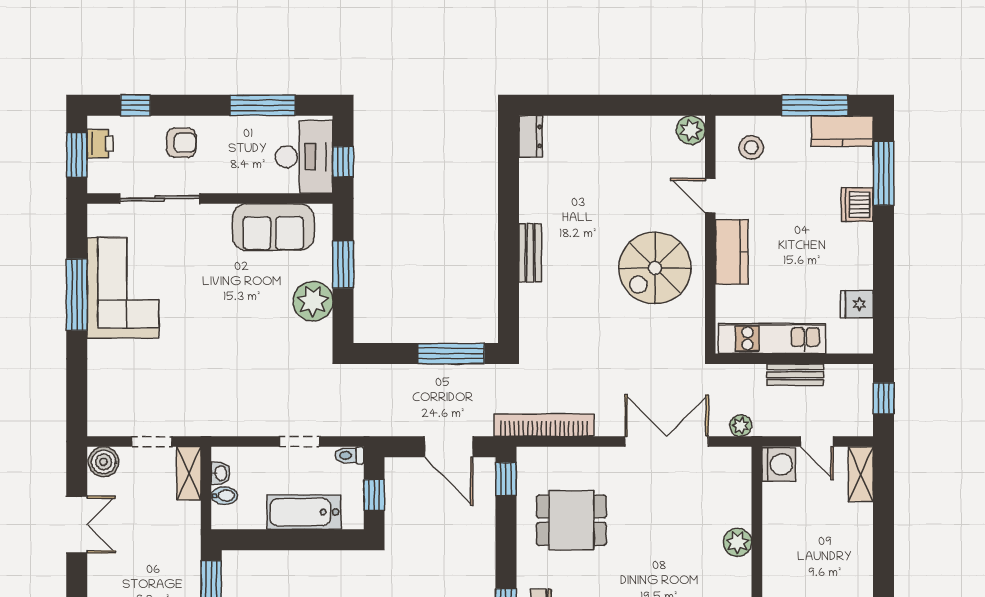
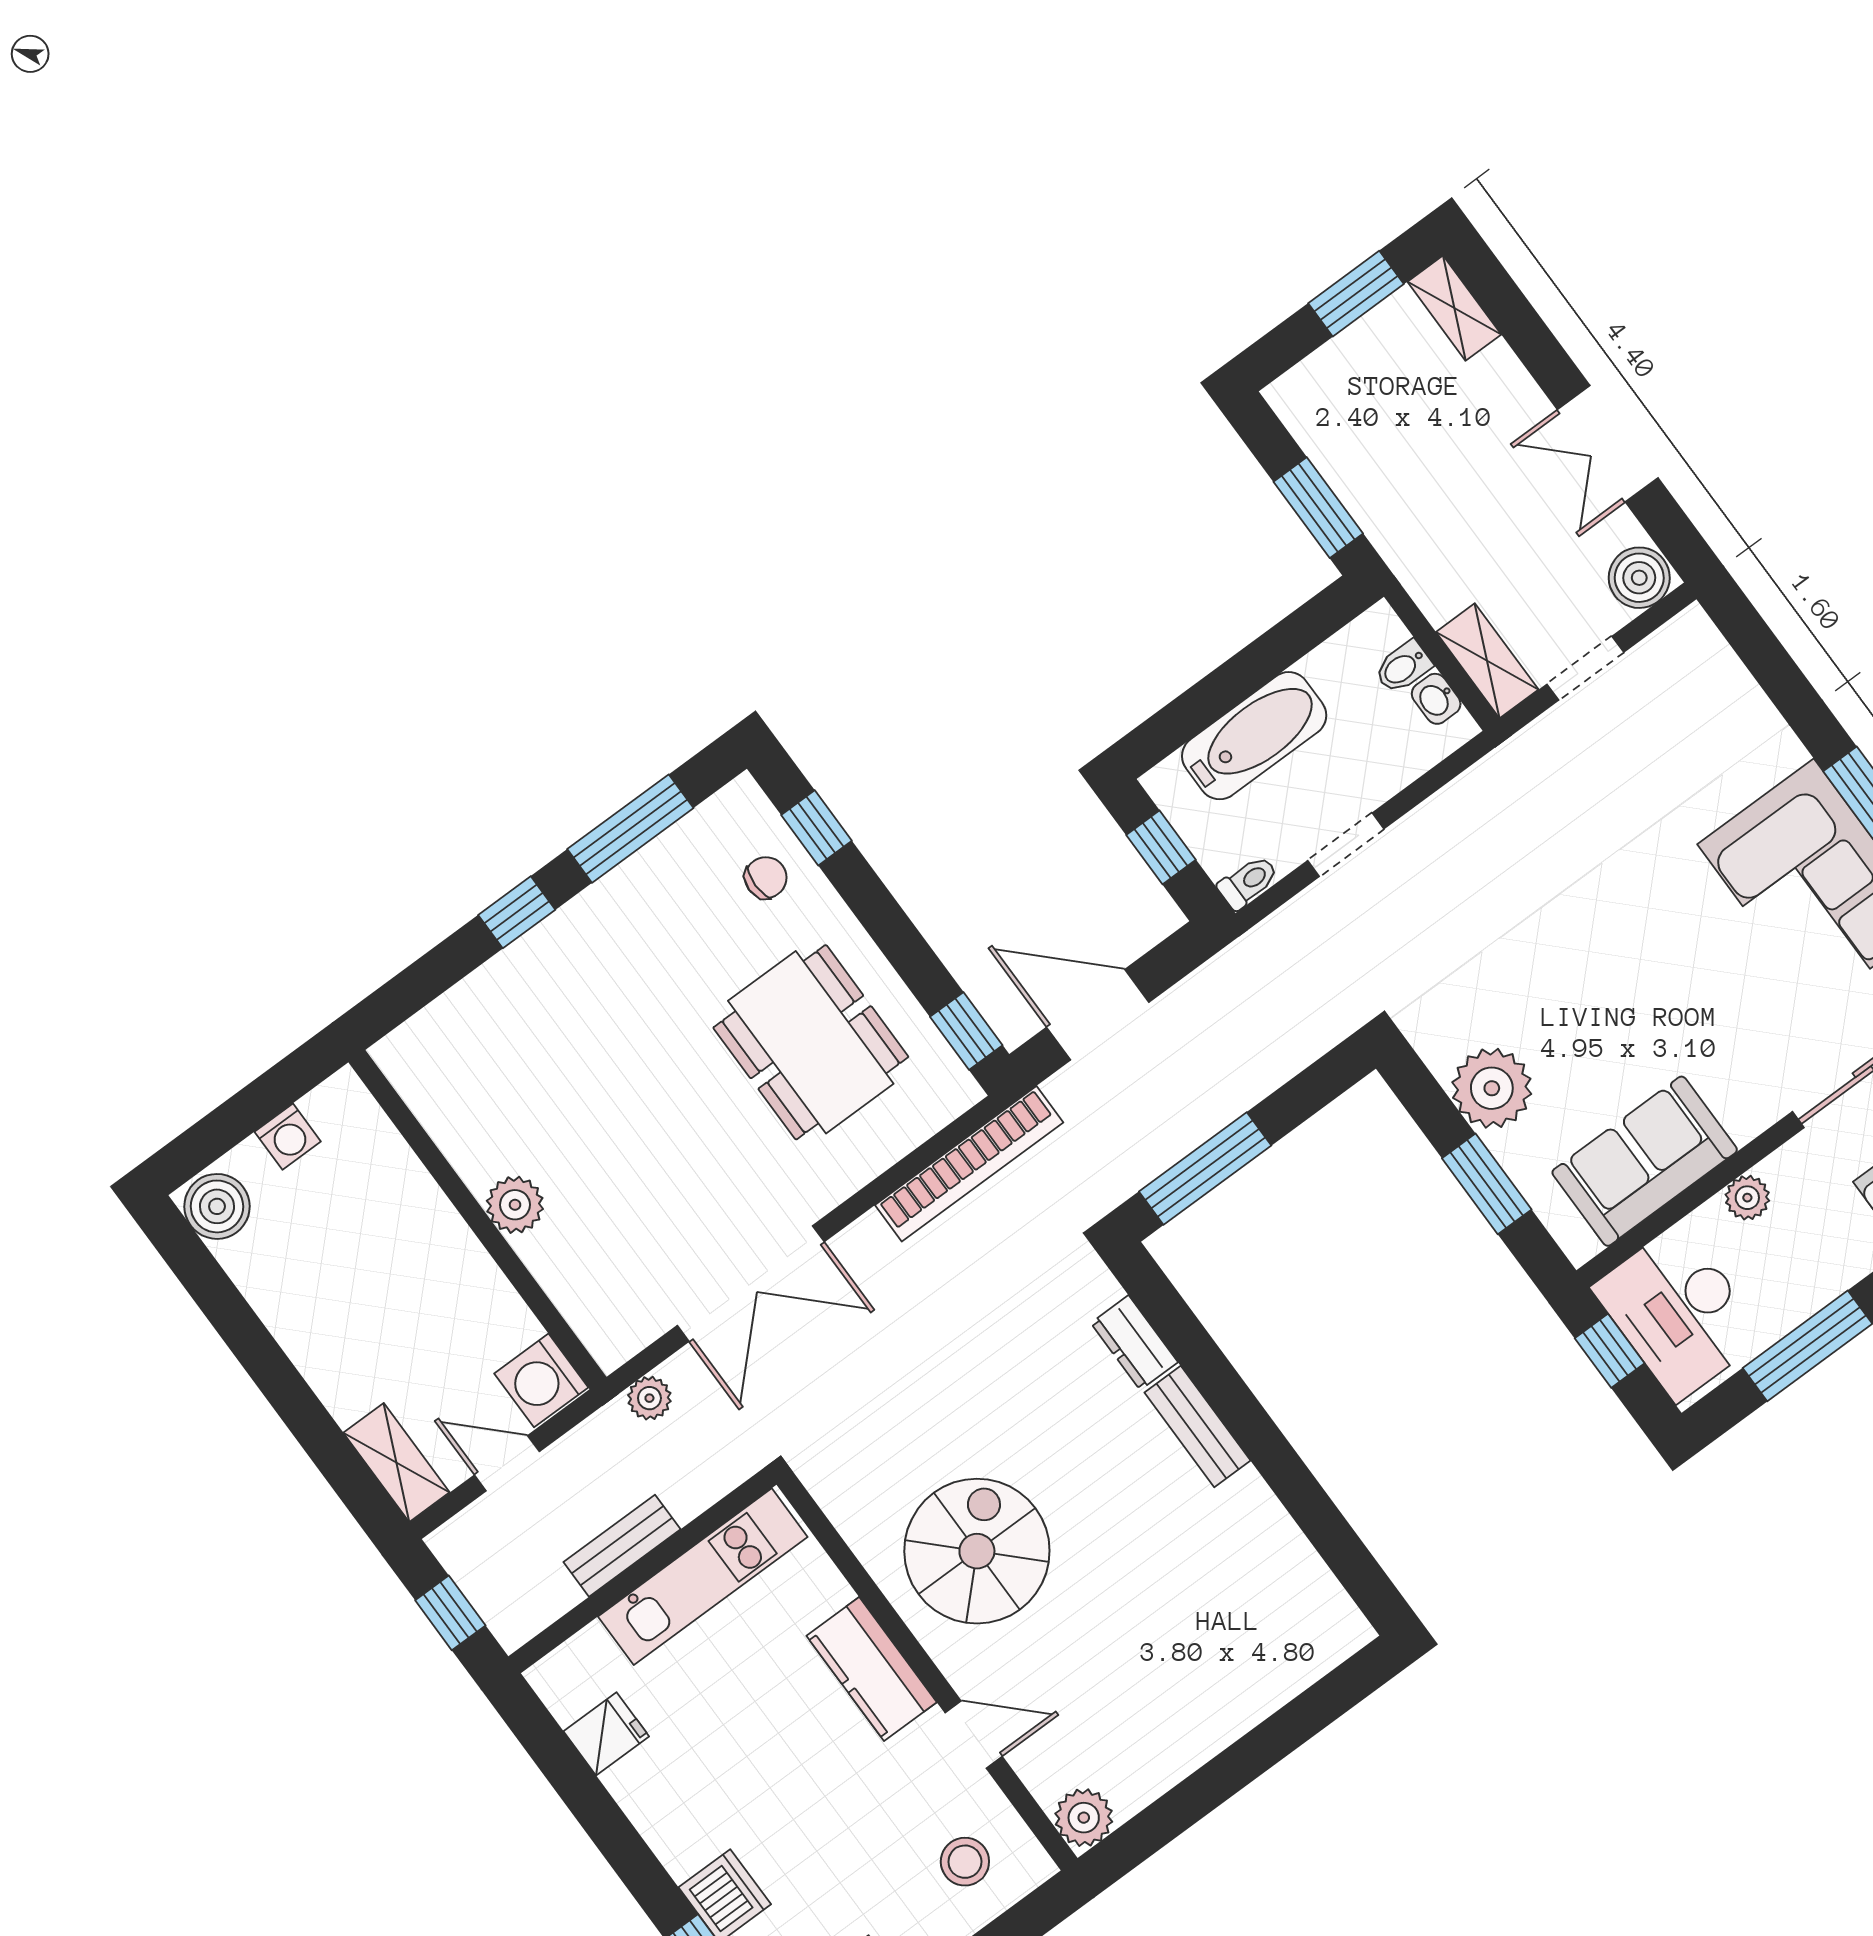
dresser: (531, 136) -> (1134, 1343), moved
plant: (243, 182) -> (1747, 1198), added
dining table: (571, 520) -> (811, 1042), width x1.38

